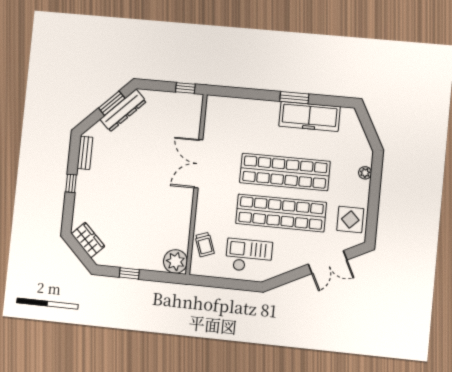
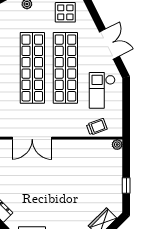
plant: (175, 261) -> (117, 145), width x0.53, depth x0.53
double door: (328, 262) -> (109, 44), moved

